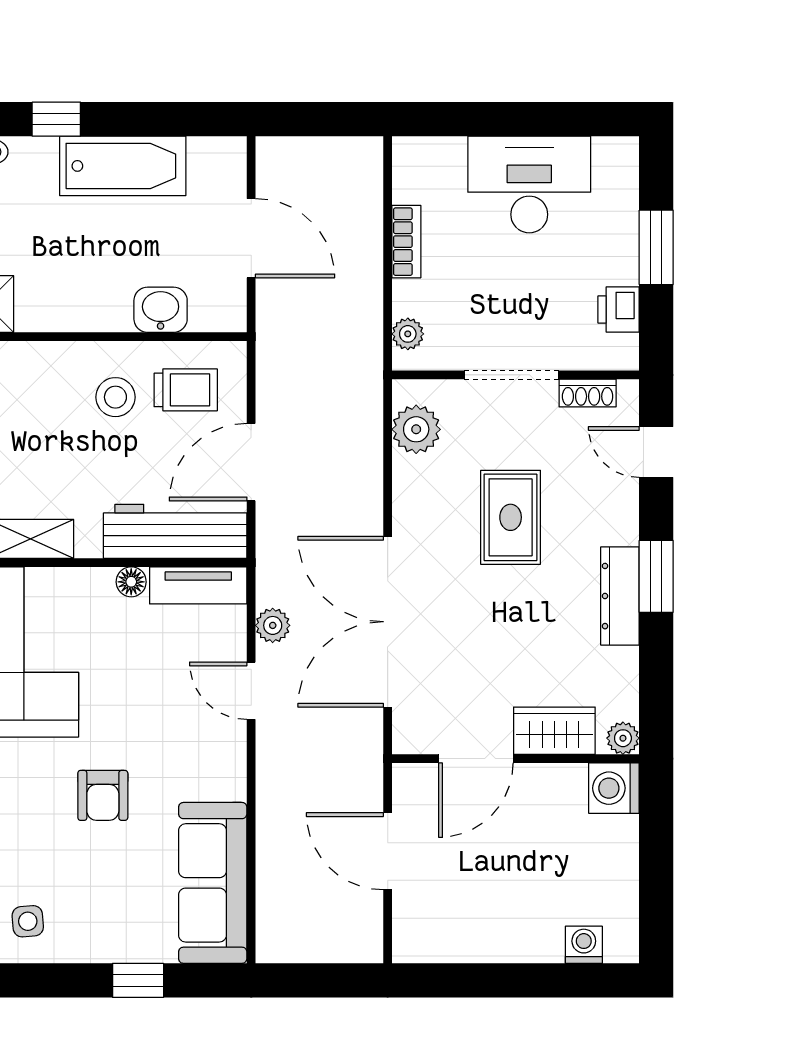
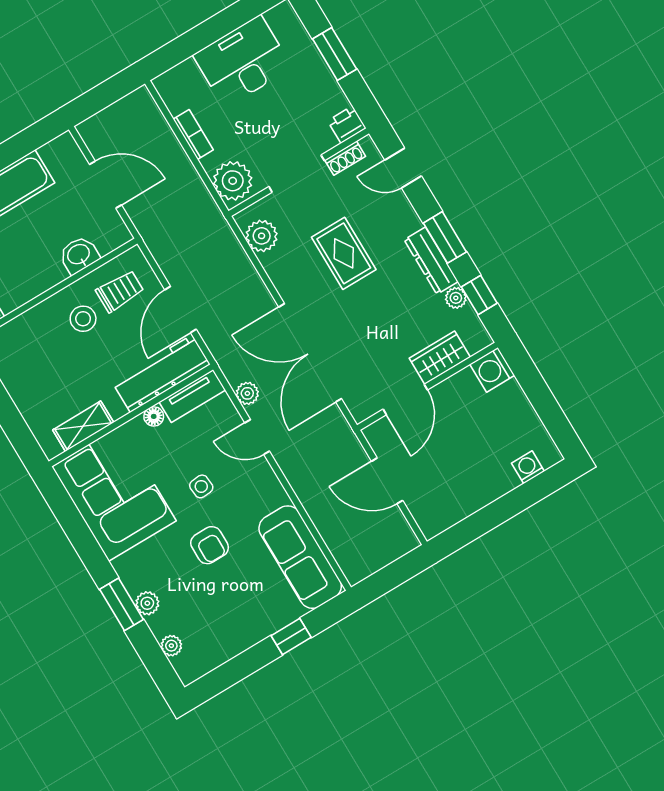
printer: (619, 310) -> (347, 125), moved, turned 90
plant: (408, 334) -> (233, 181), width x1.87, depth x1.87
window: (656, 679) -> (479, 295), added
plant: (623, 738) -> (456, 298), moved
side table: (28, 921) -> (201, 486), moved

